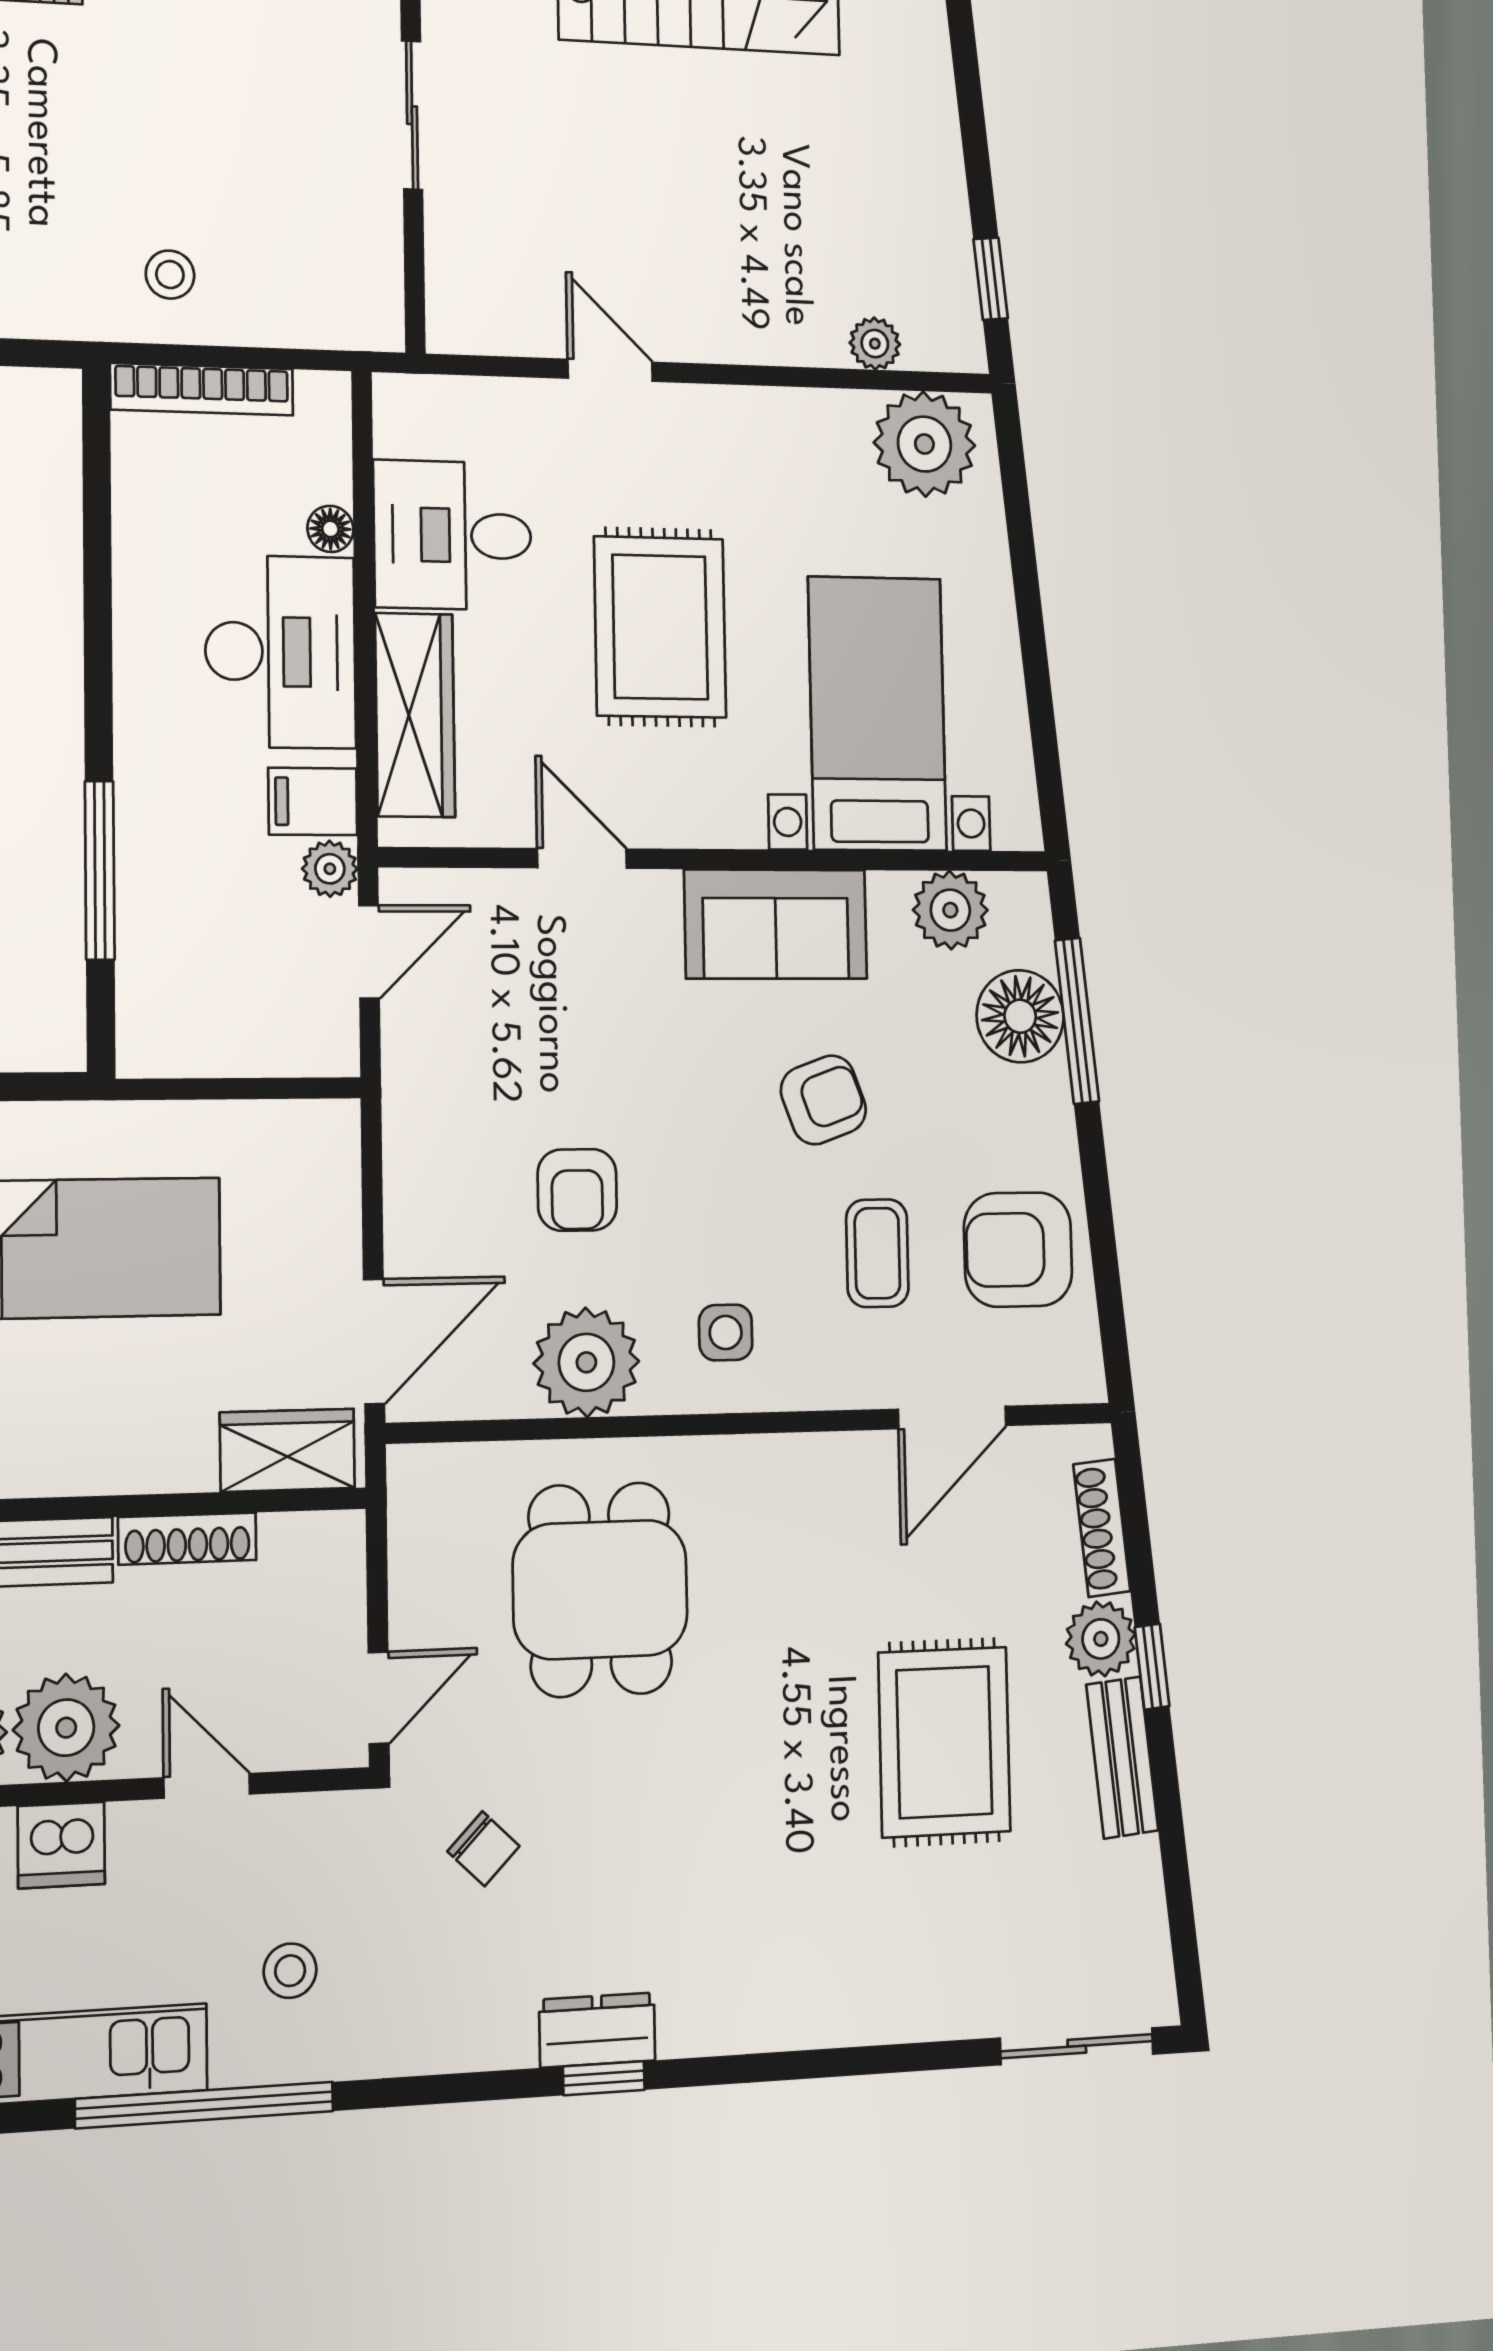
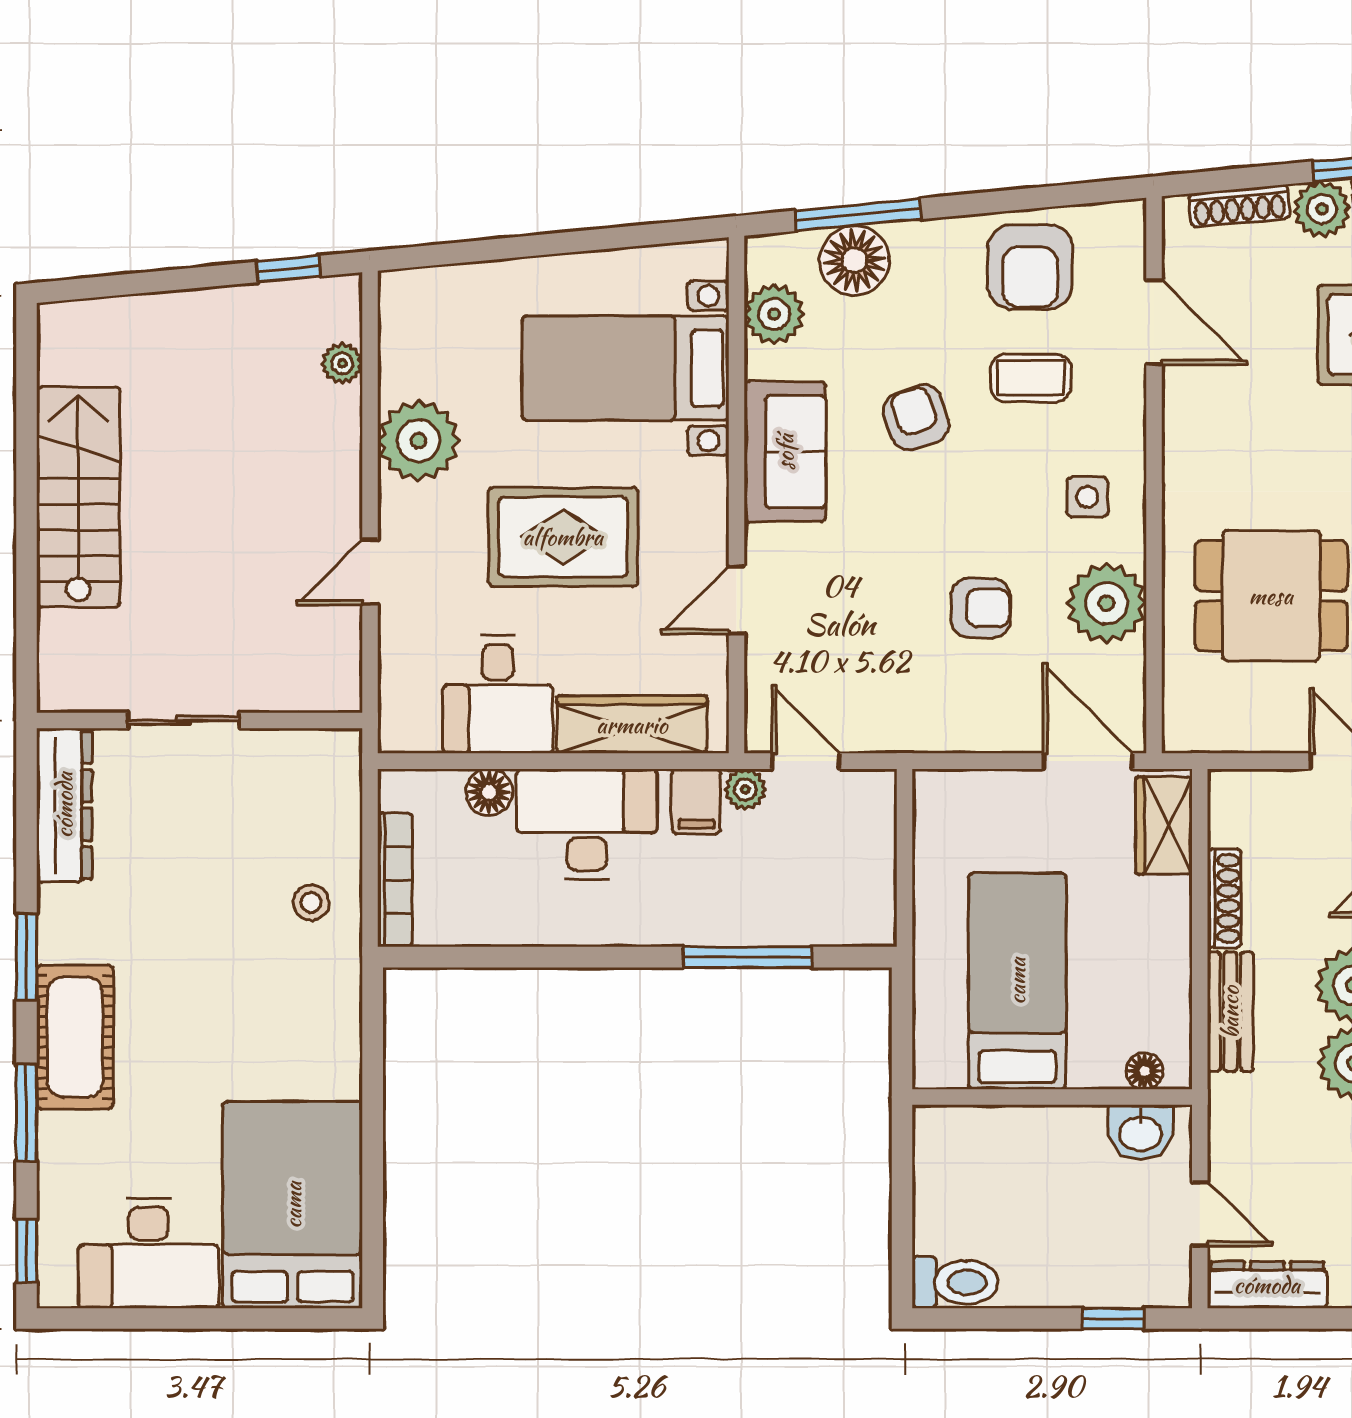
plant: (924, 444) -> (418, 441), moved
floor lamp: (330, 529) -> (489, 792), width x1.37, depth x1.37

